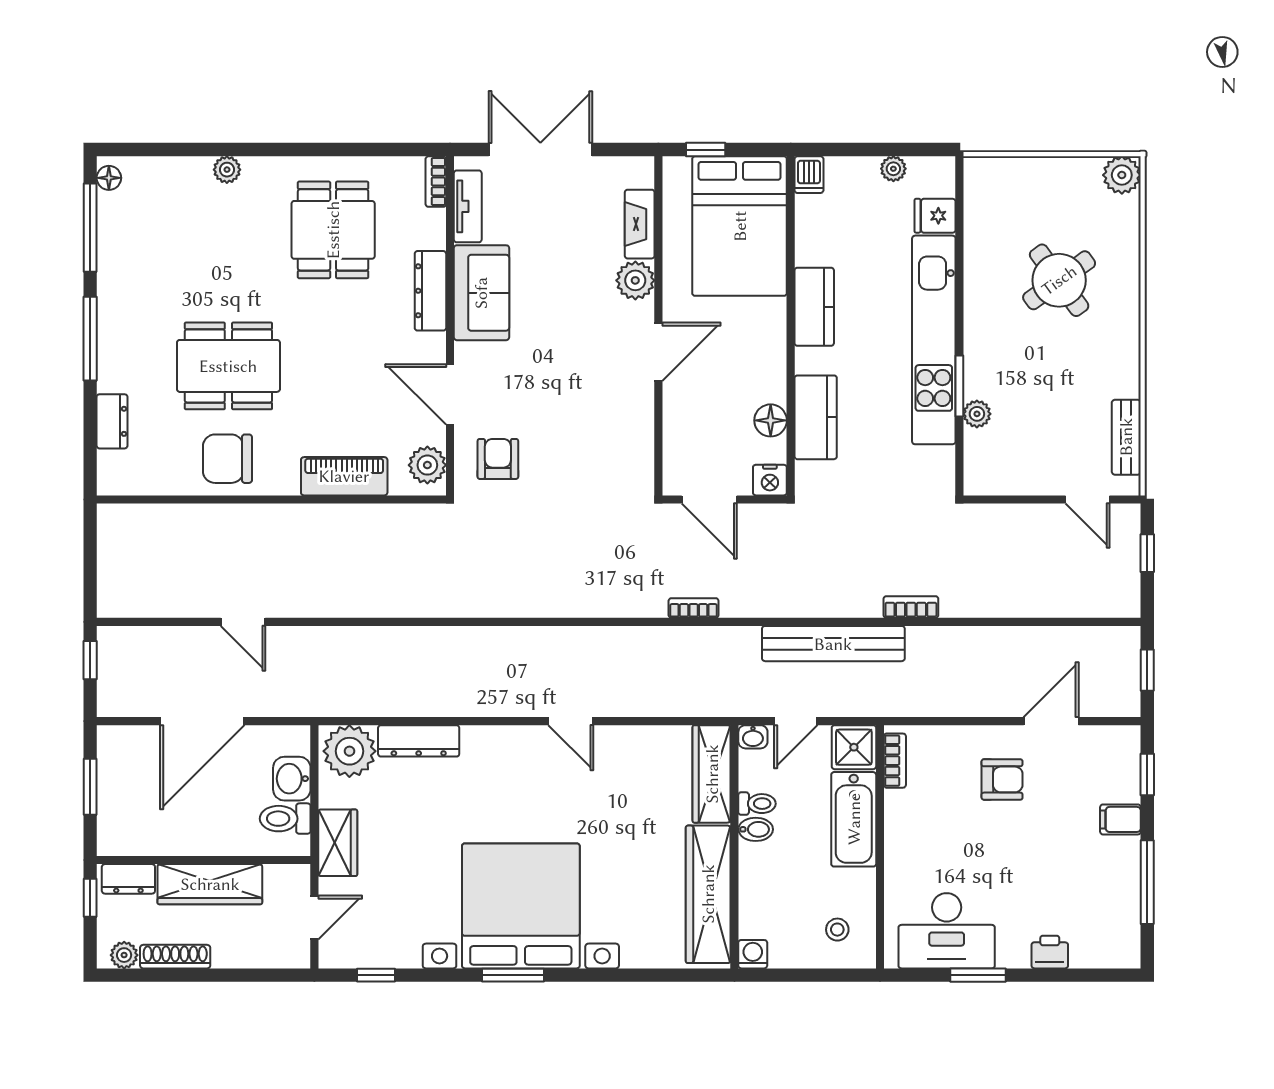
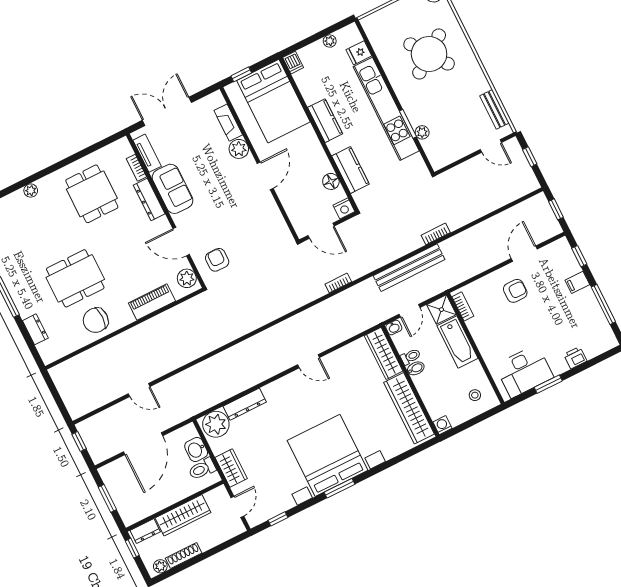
bookcase: (436, 182) -> (136, 168), moved
round table: (1059, 280) -> (429, 54), width x1.36, depth x1.36

